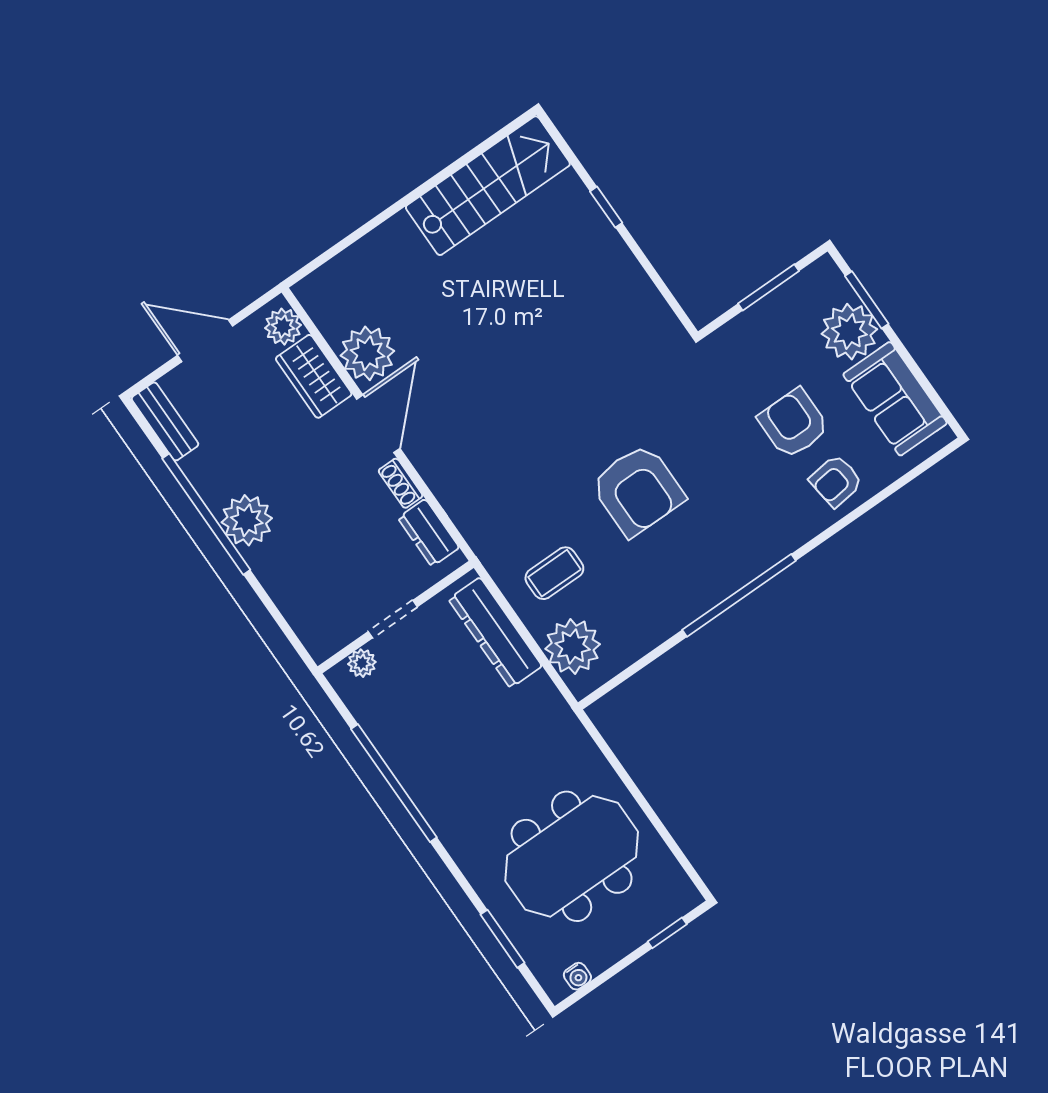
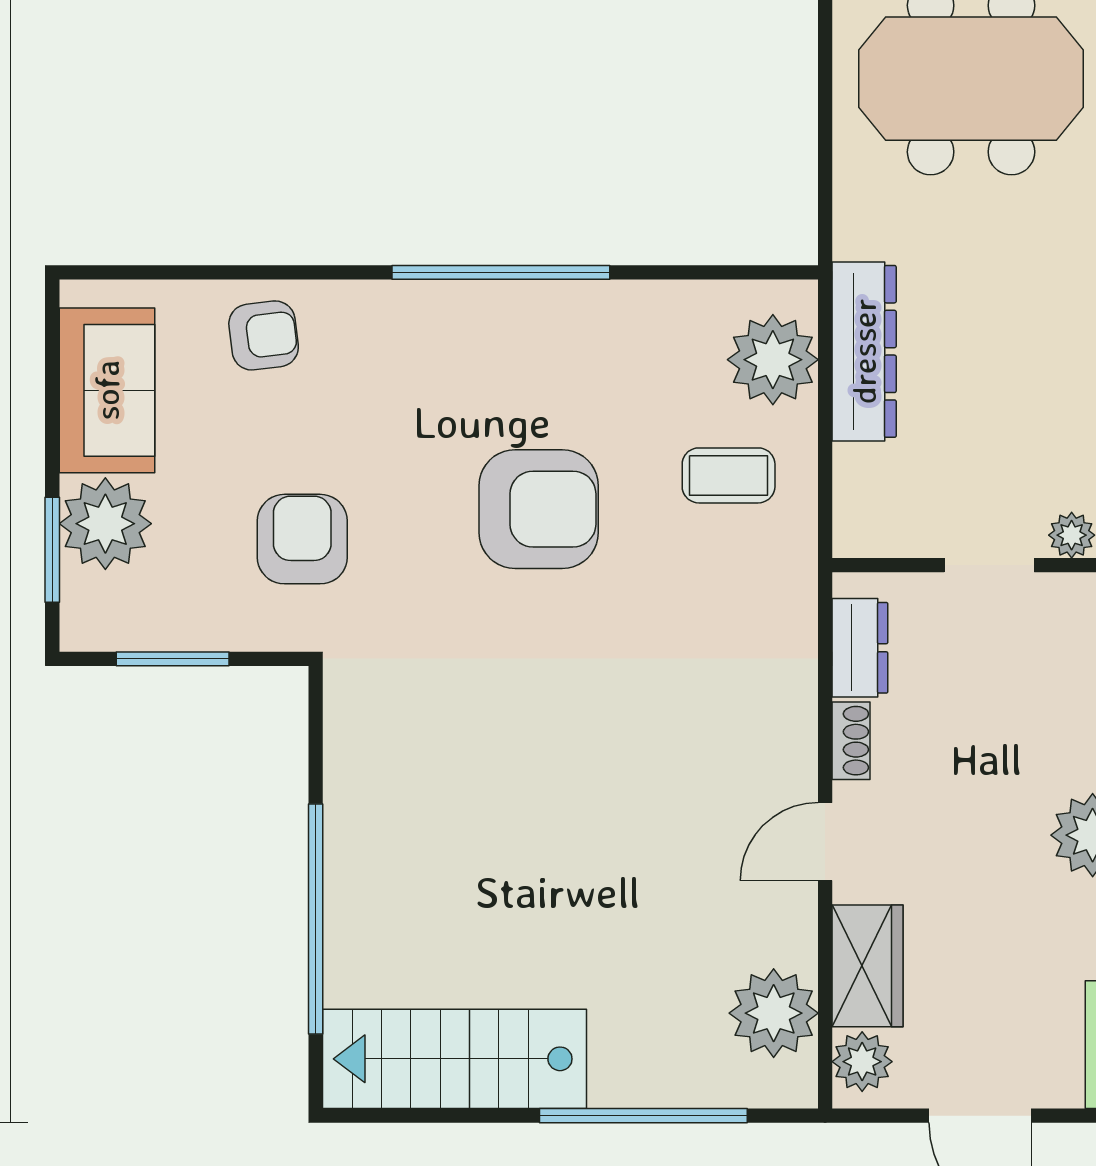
window: (606, 207) -> (316, 919), width x3.17
window: (374, 223) -> (643, 1116), added
plant: (367, 353) -> (774, 1013), moved
armchair: (793, 423) -> (302, 539), moved, turned 180
door: (378, 424) -> (825, 842), width x0.73
armchair: (638, 490) -> (539, 509), turned 90
dresser: (495, 633) -> (864, 351), moved

